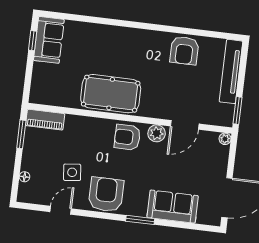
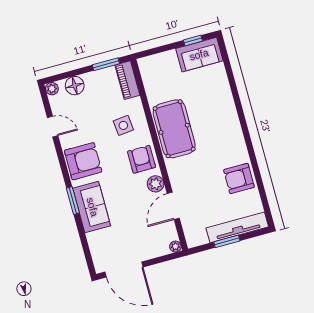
window: (238, 111) -> (227, 241), moved
door: (185, 125) -> (173, 206), hinge flipped
side table: (72, 172) -> (123, 125), moved
floor lamp: (25, 177) -> (75, 86), width x1.89, depth x1.89
plant: (24, 196) -> (52, 89), added
sofa: (173, 207) -> (92, 207), moved

